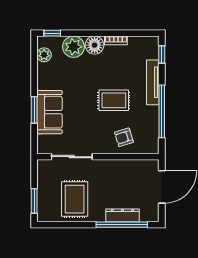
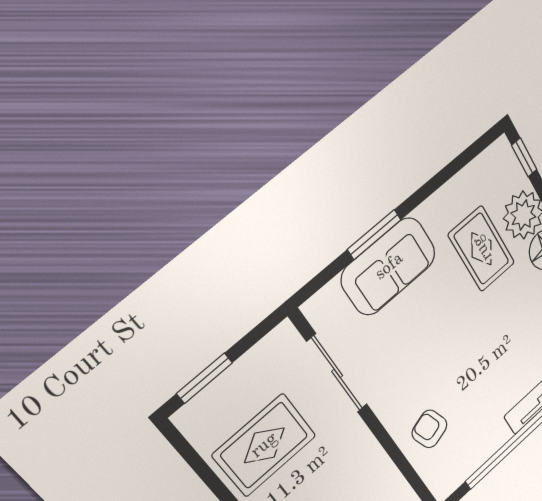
plant: (44, 55) -> (480, 173), removed
rug: (114, 100) -> (482, 249), moved

